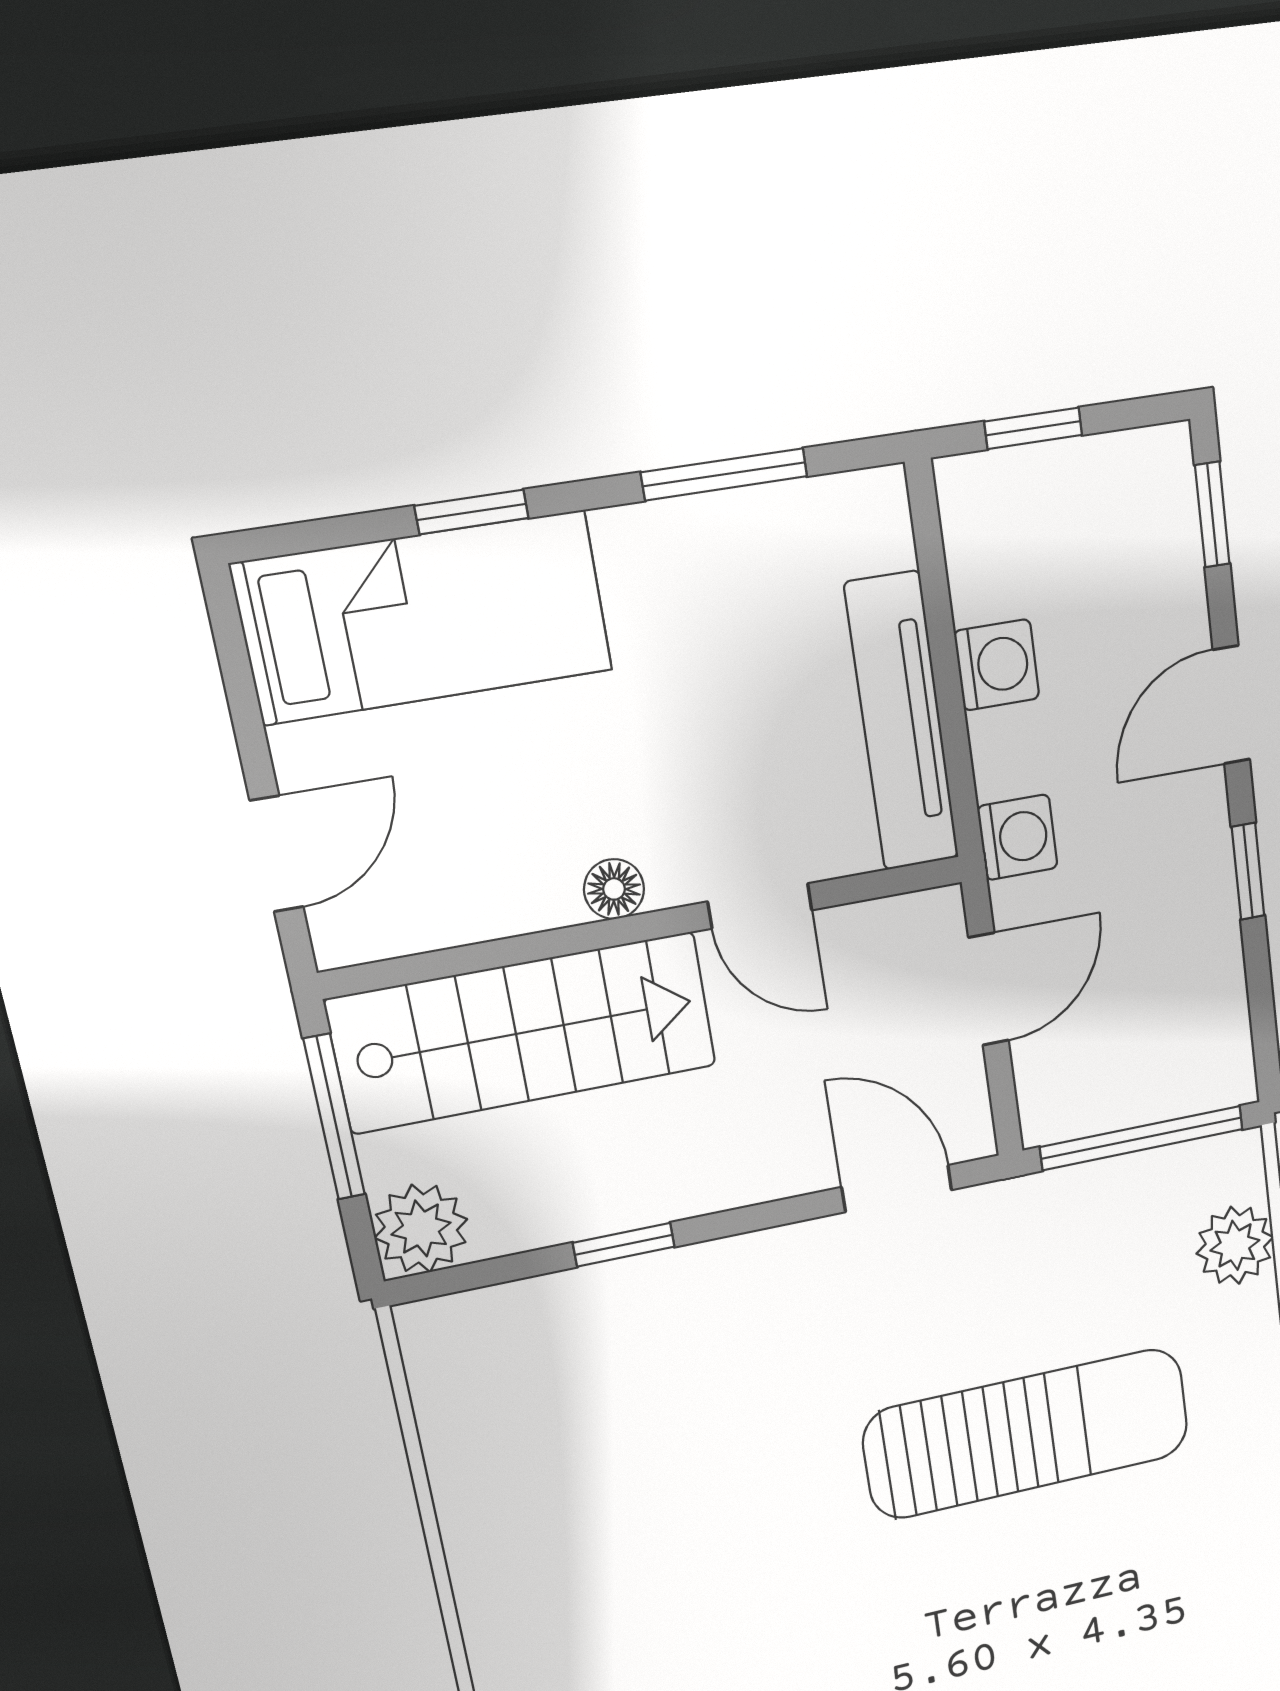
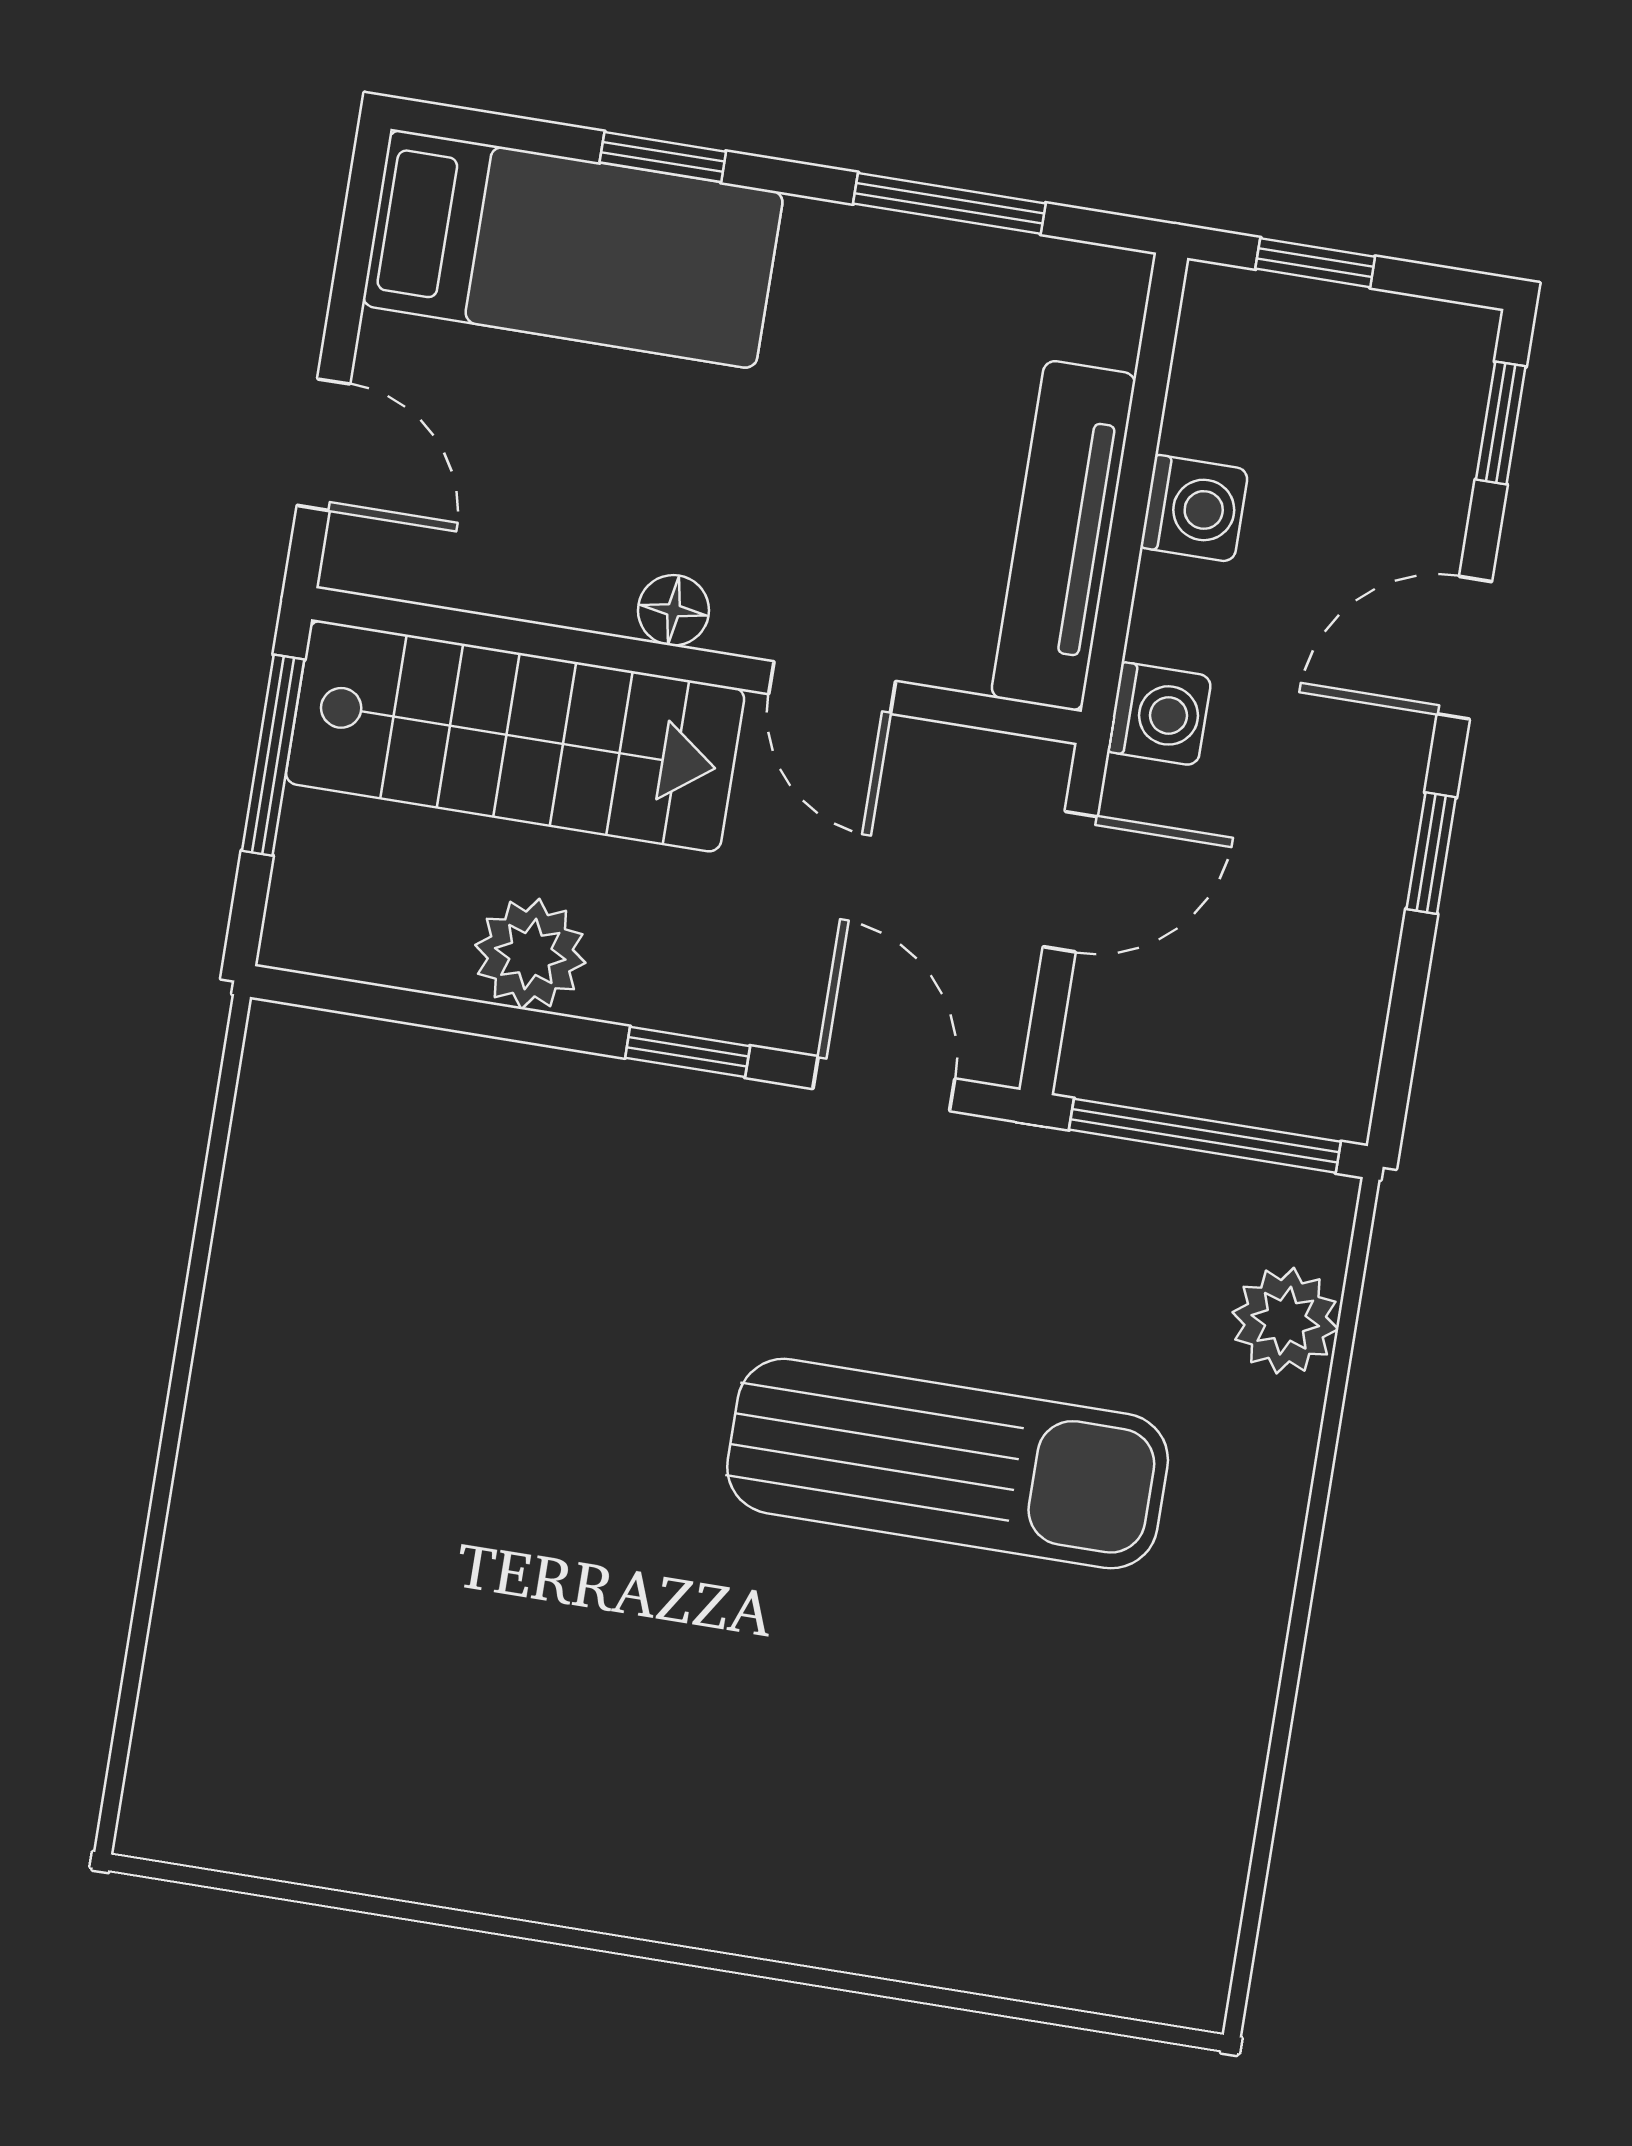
door: (277, 854) -> (323, 445), hinge flipped
plant: (421, 1229) -> (530, 954), moved
window: (624, 1245) -> (688, 1052), moved

